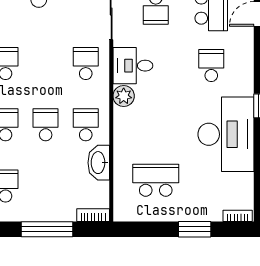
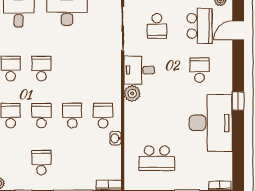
school desk: (86, 64) -> (103, 69), removed
washbasin: (99, 163) -> (115, 138), width x0.52, depth x0.69
school desk: (156, 180) -> (157, 158), turned 180

